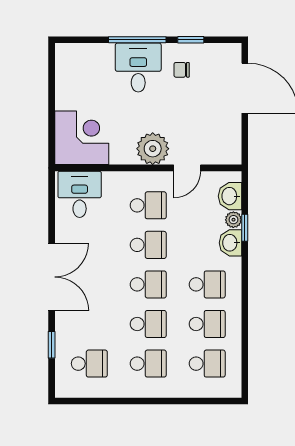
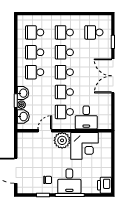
printer: (68, 59) -> (104, 185), added
corner desk: (82, 138) -> (84, 146), moved, turned -90
desk: (80, 194) -> (86, 117), moved

